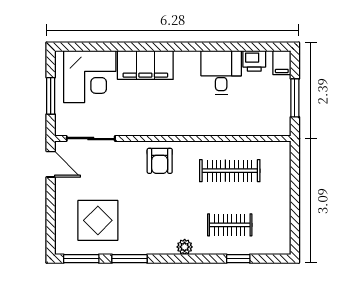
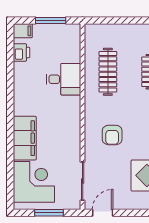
desk: (221, 72) -> (64, 79), moved, turned 180
armchair: (160, 161) -> (112, 135), moved, turned 90

